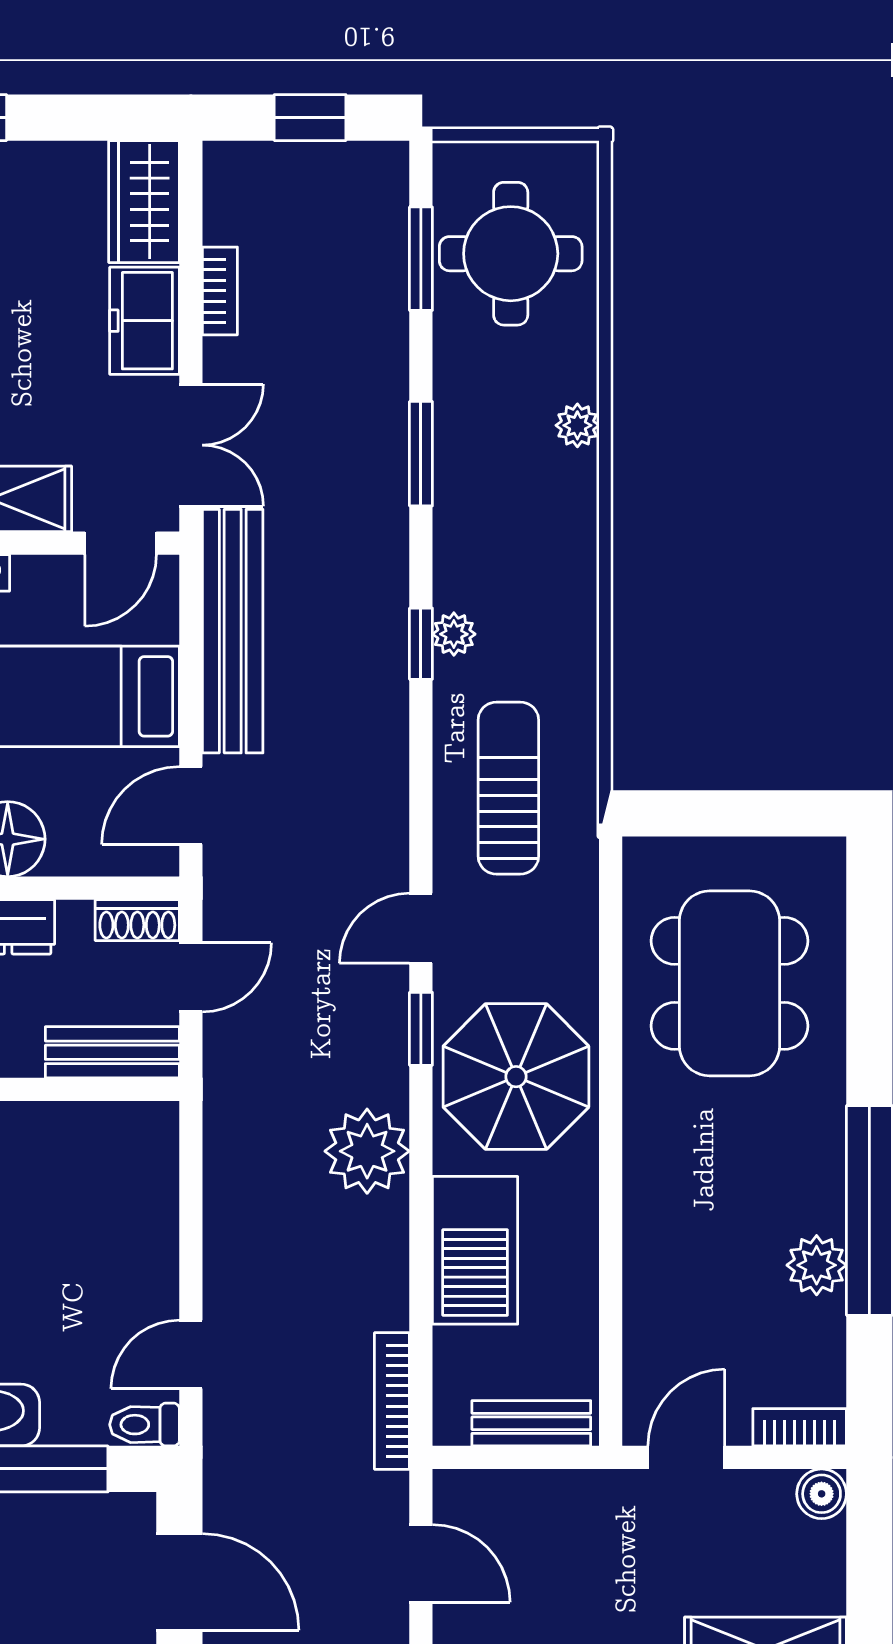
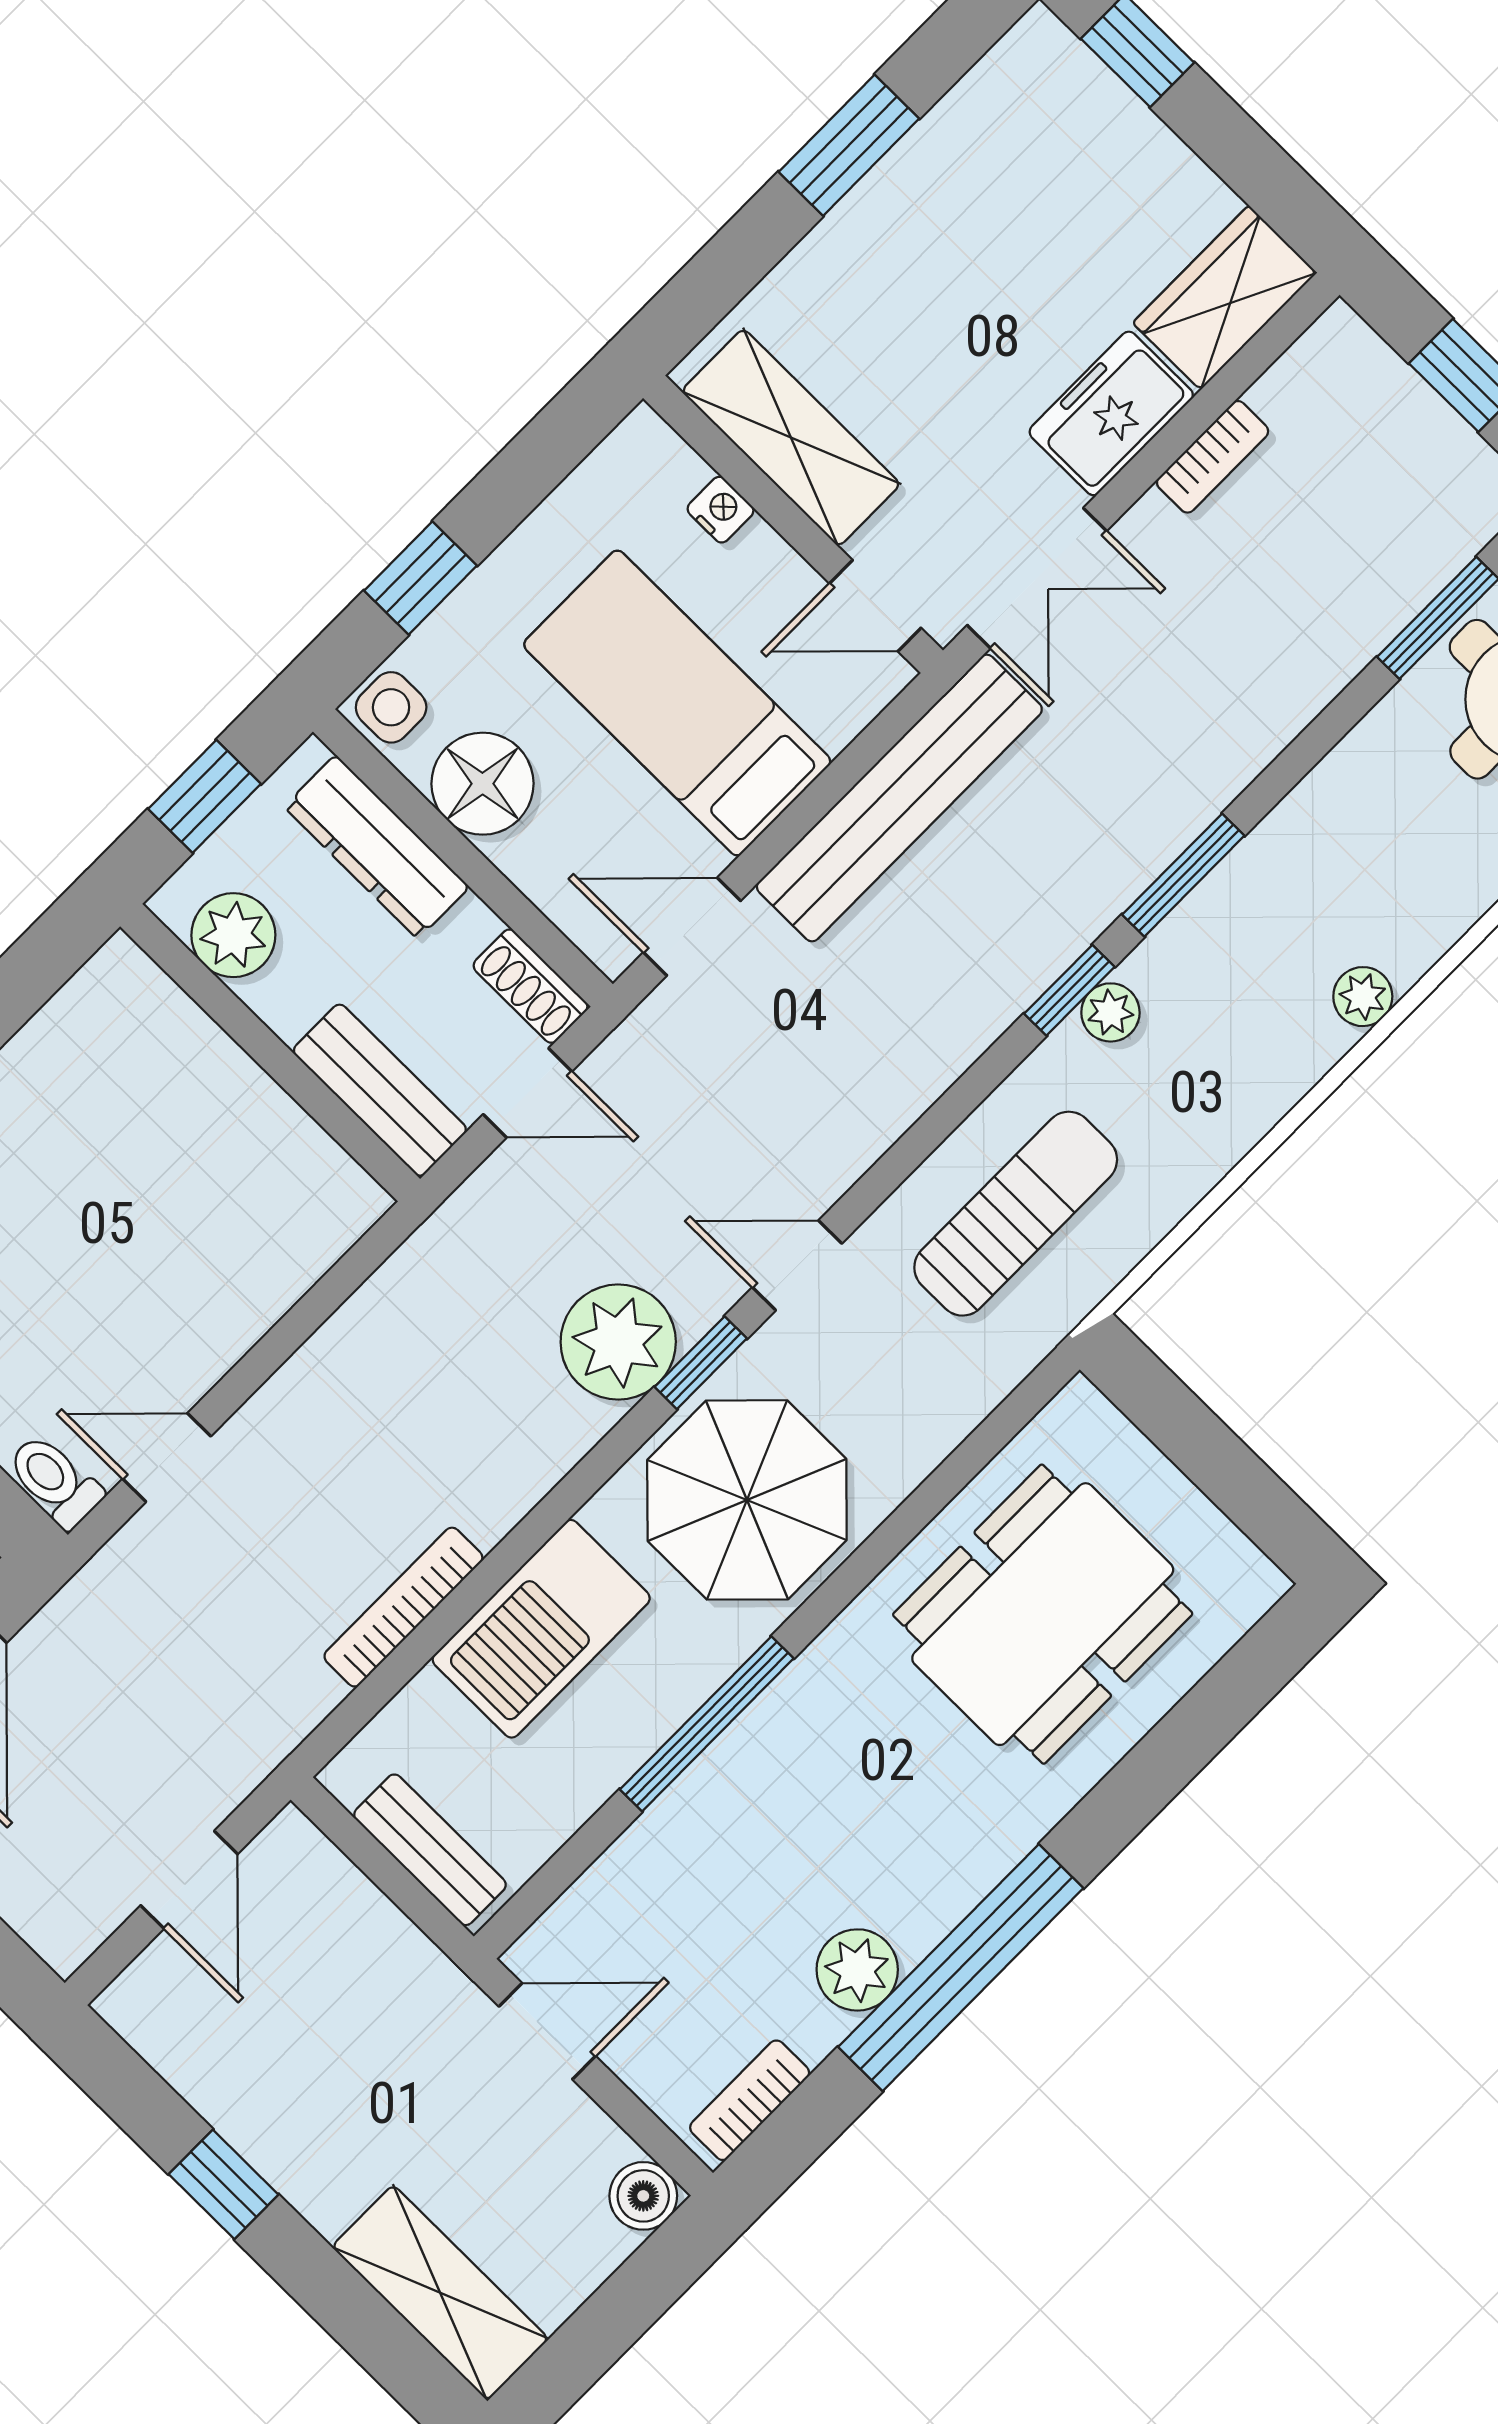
plant: (577, 425) -> (1363, 997), moved
window: (421, 454) -> (1183, 875), moved
plant: (367, 1151) -> (618, 1342), moved
window: (611, 1214) -> (707, 1724), added
bookcase: (392, 1401) -> (403, 1607), moved
bookcase: (800, 1427) -> (750, 2100), moved, turned -90

